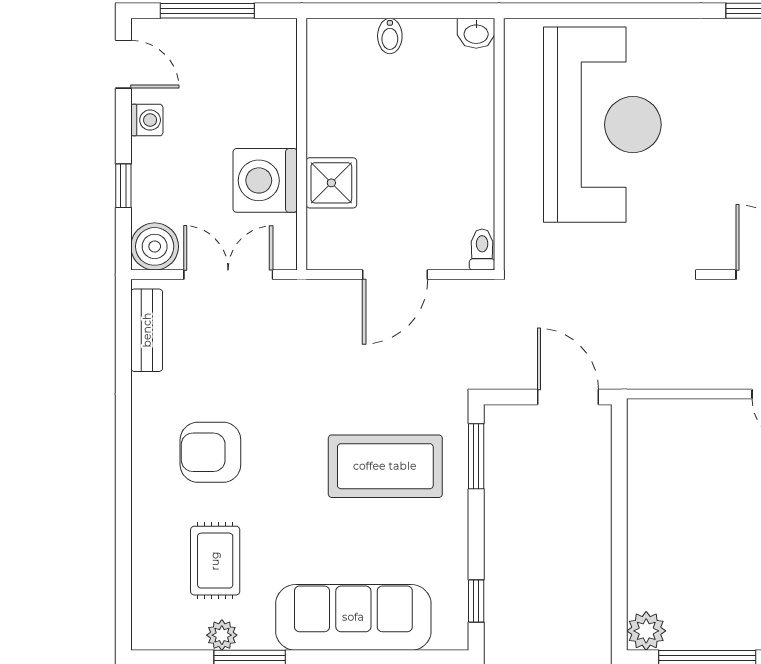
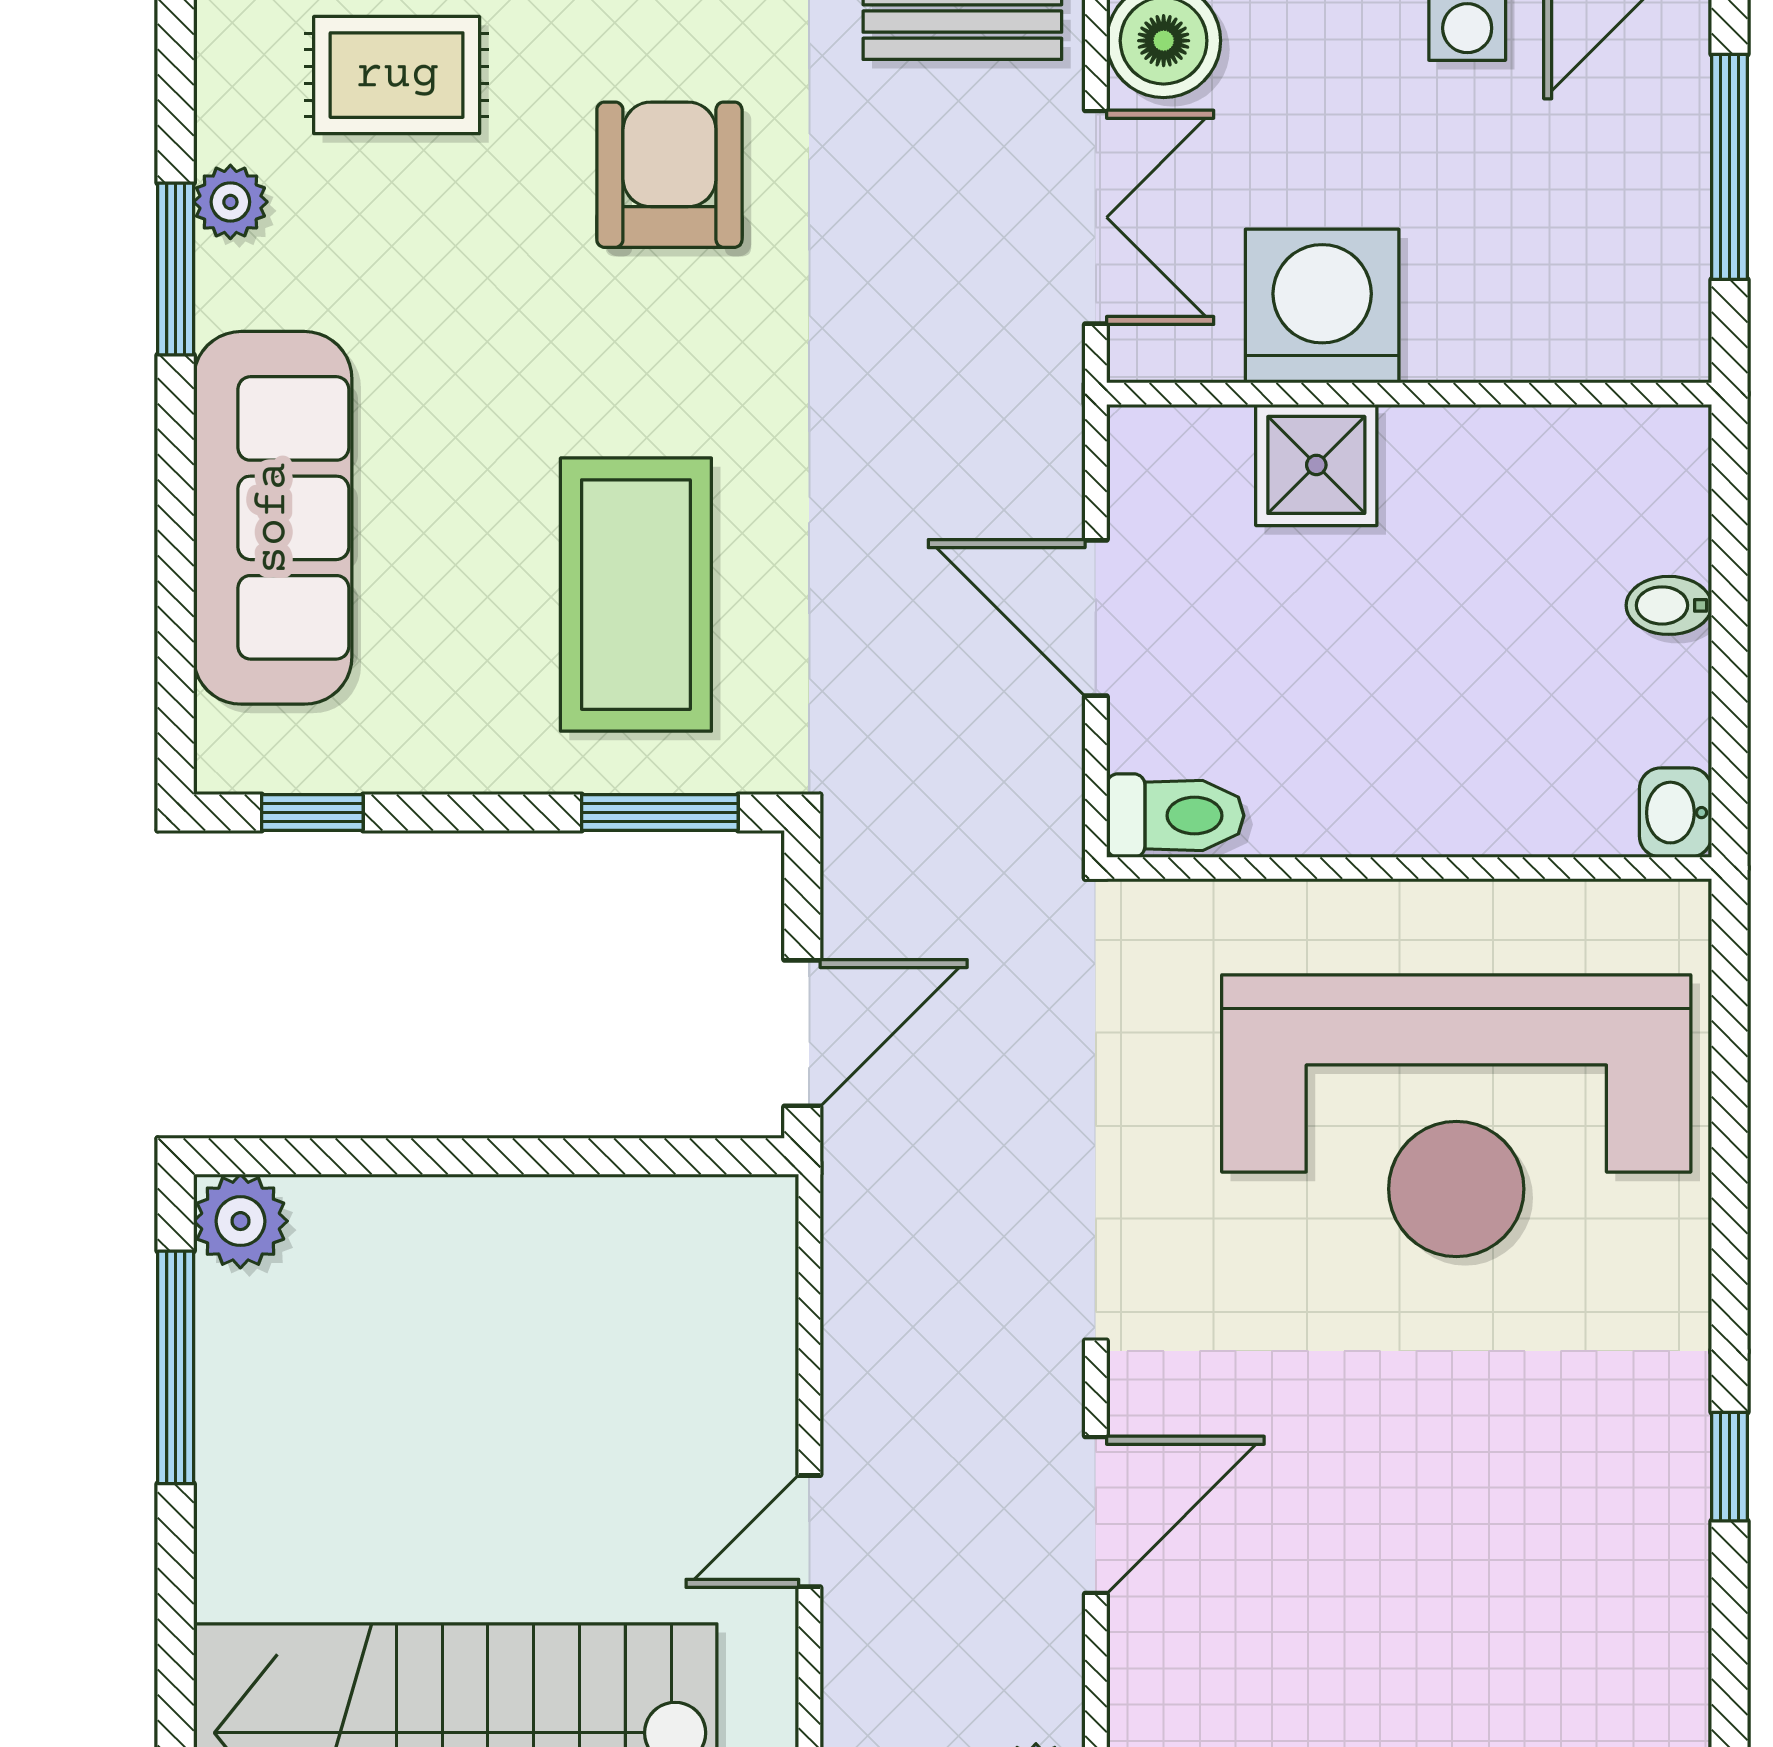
toilet: (482, 250) -> (1175, 816), width x1.37, depth x1.39
rug: (215, 561) -> (397, 75), moved

